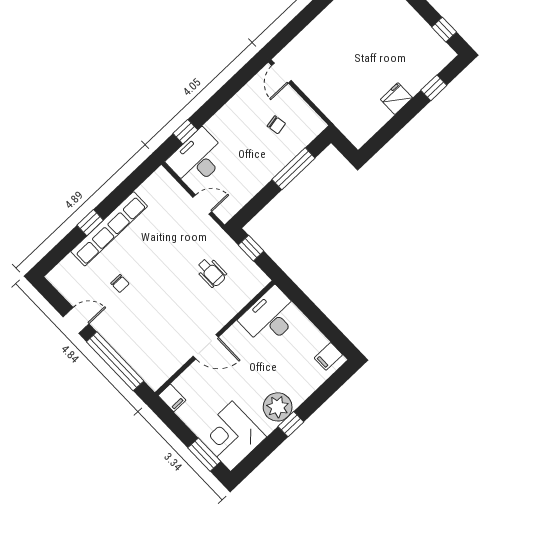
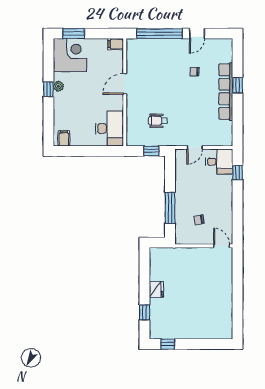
desk: (197, 159) -> (219, 162), width x0.73
plant: (278, 407) -> (58, 86), width x0.53, depth x0.53

